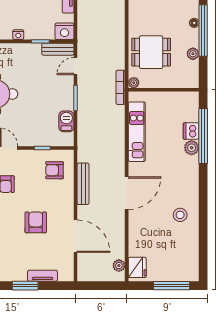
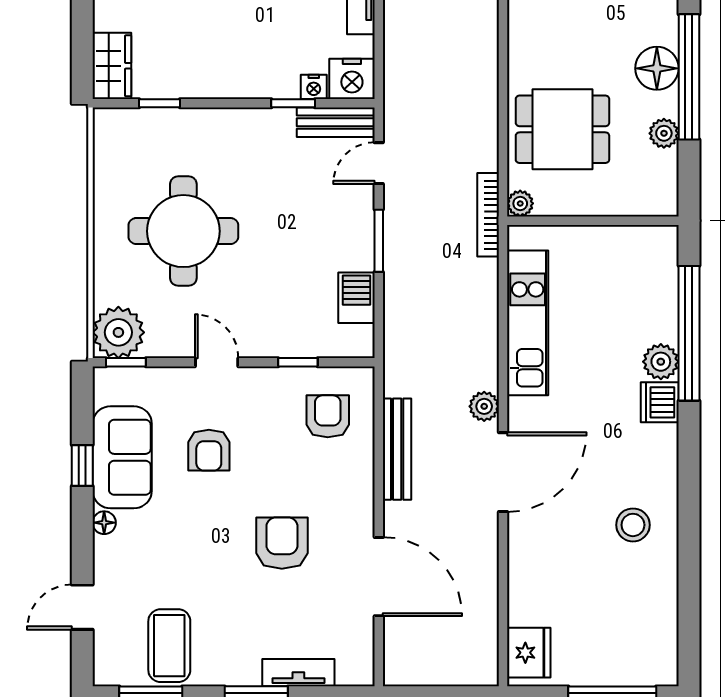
floor lamp: (194, 23) -> (657, 68), width x1.89, depth x1.89
nightstand: (18, 35) -> (314, 87), moved
dishwasher: (191, 131) -> (660, 402), moved
armchair: (55, 170) -> (328, 416), turned 90
plant: (119, 266) -> (484, 406), moved

